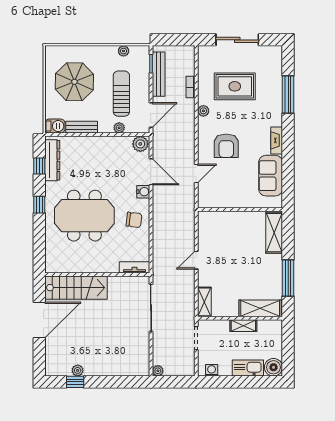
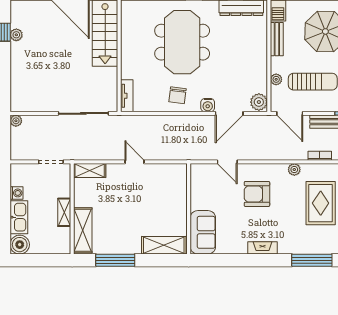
sofa: (271, 176) -> (203, 232), moved, turned 90
washing machine: (212, 370) -> (16, 193), moved

